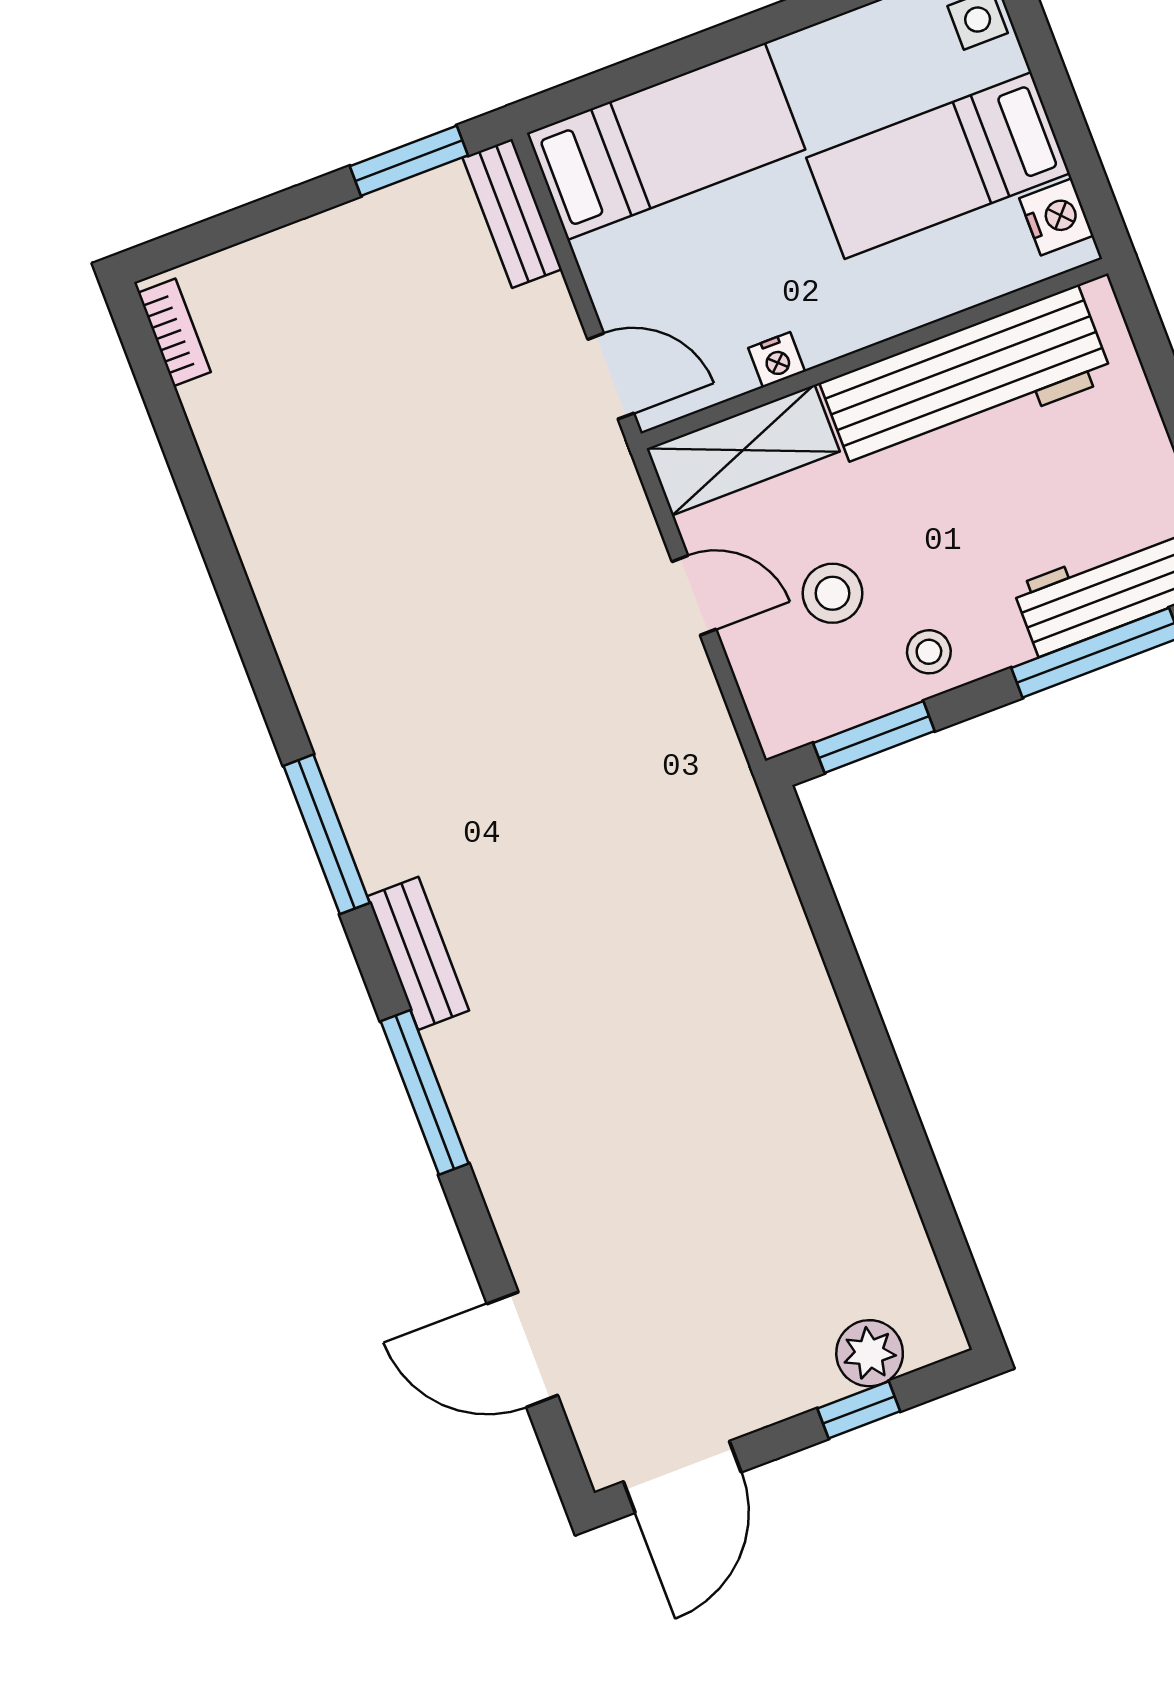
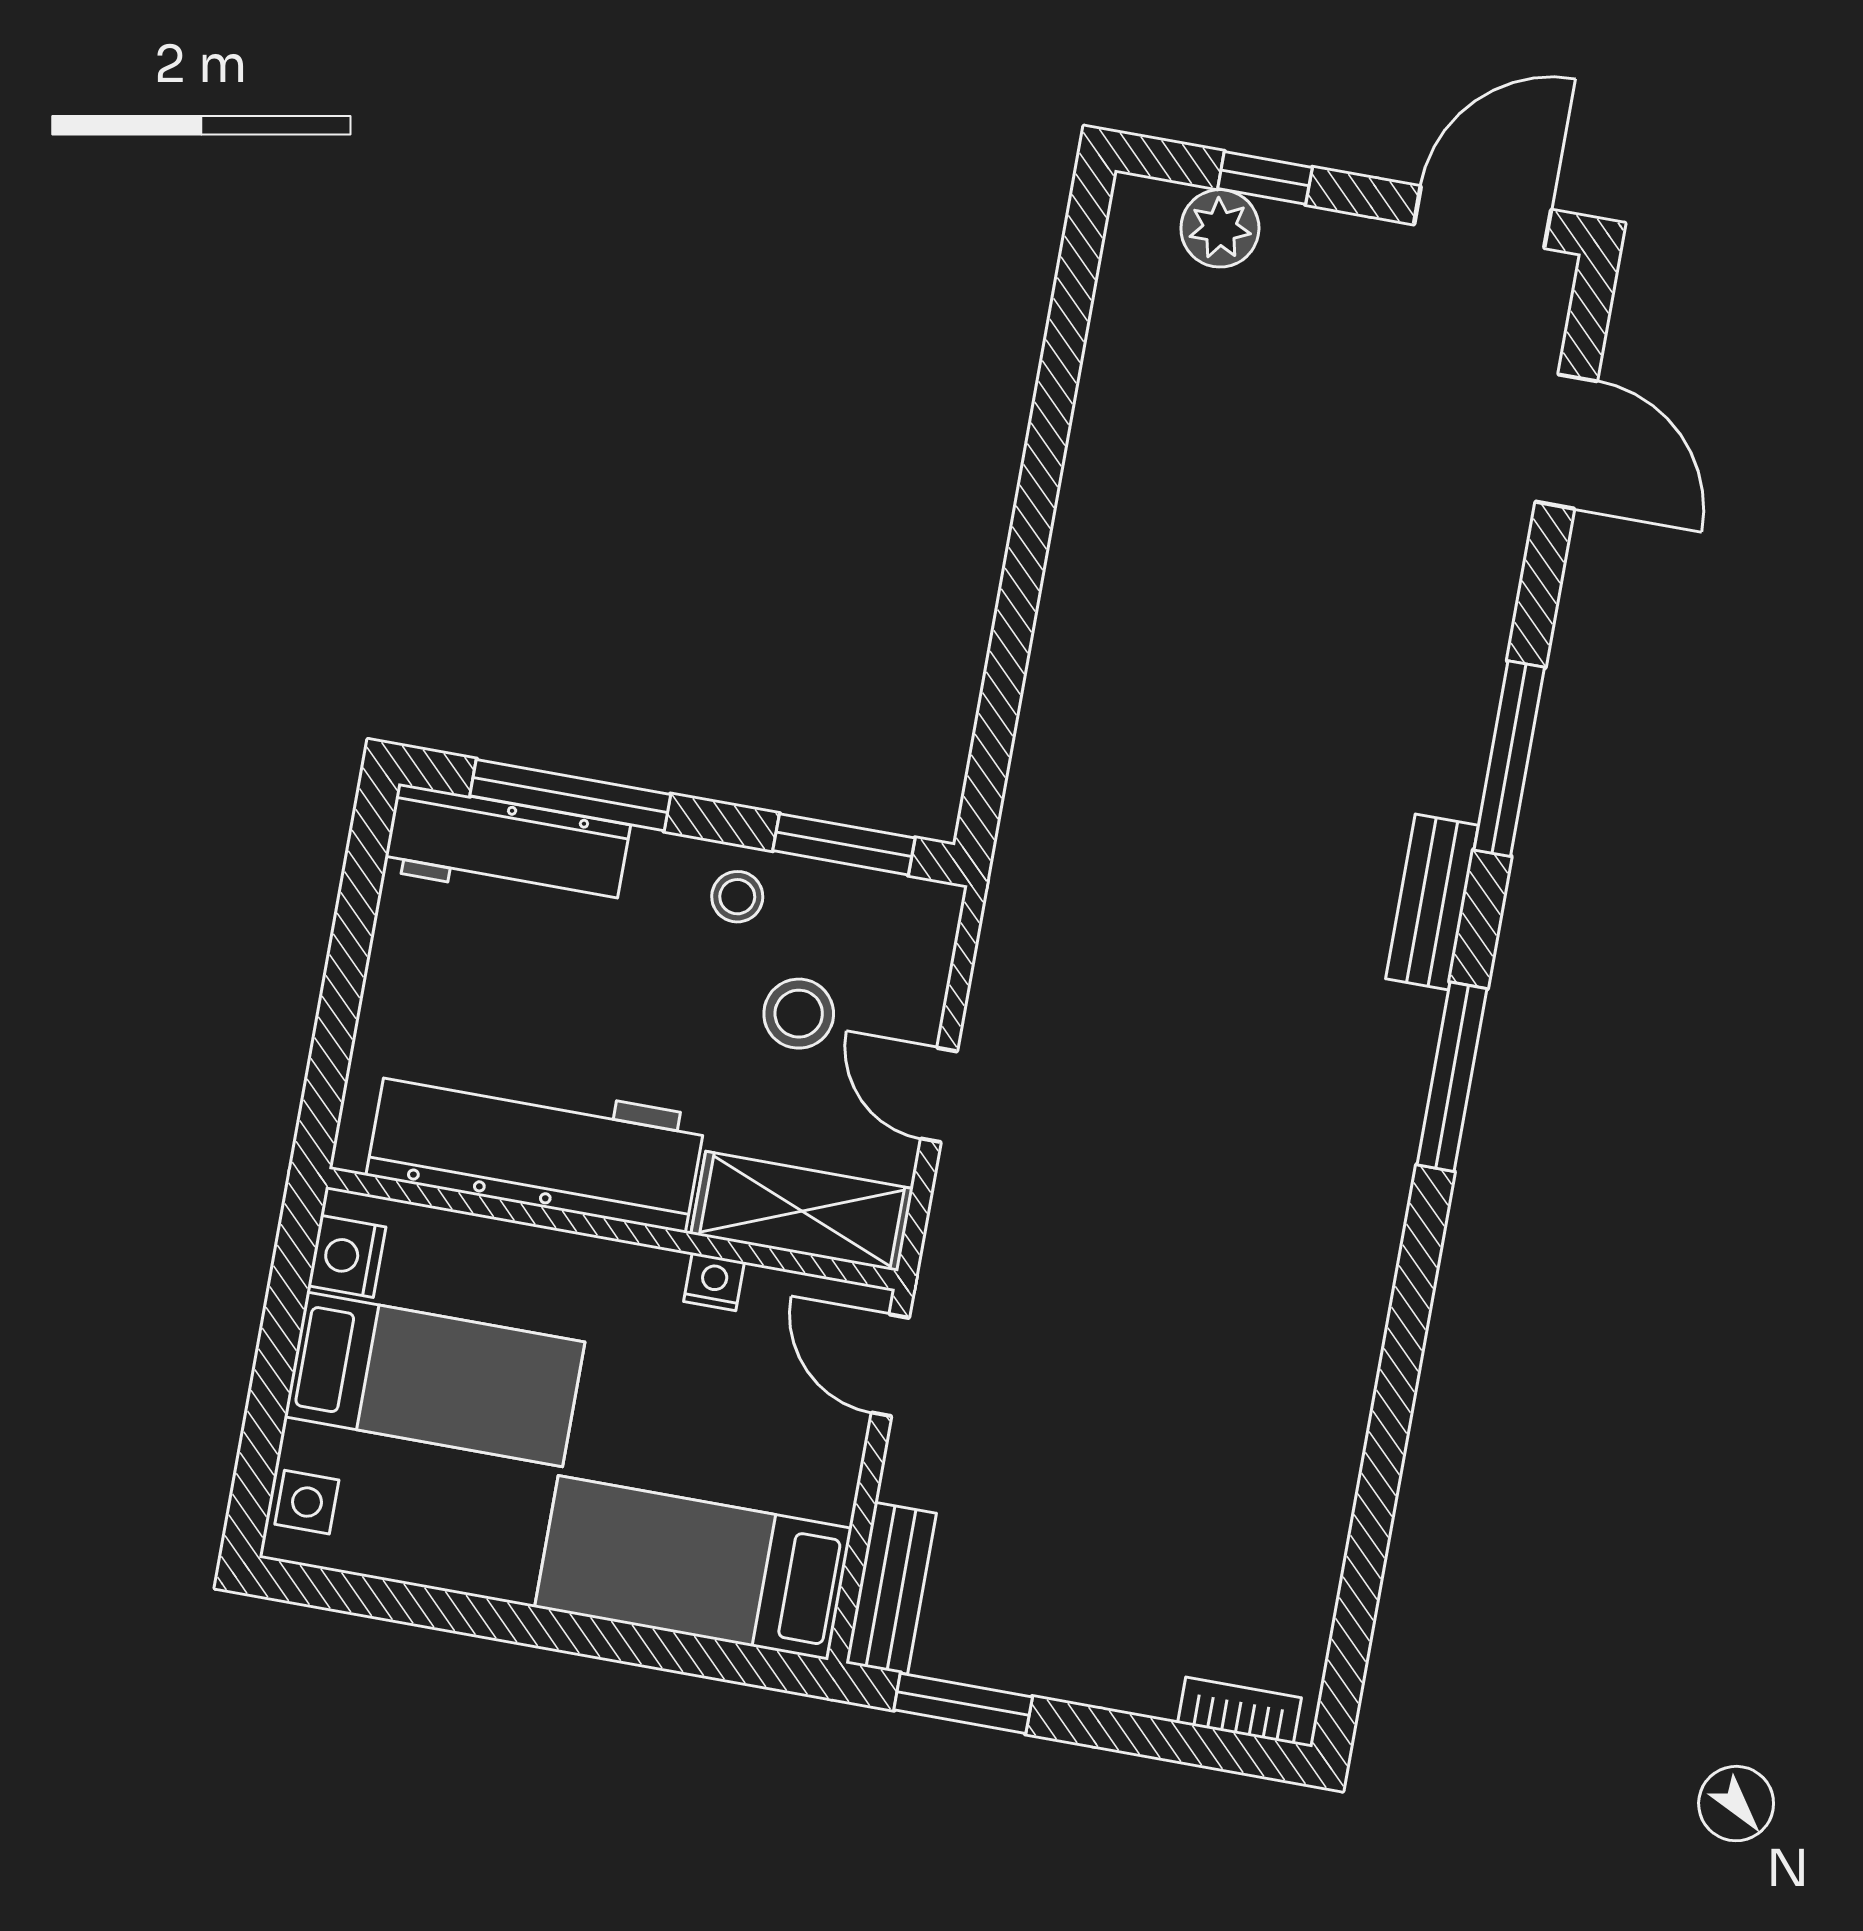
bookcase: (174, 332) -> (1240, 1710), moved, turned 90

